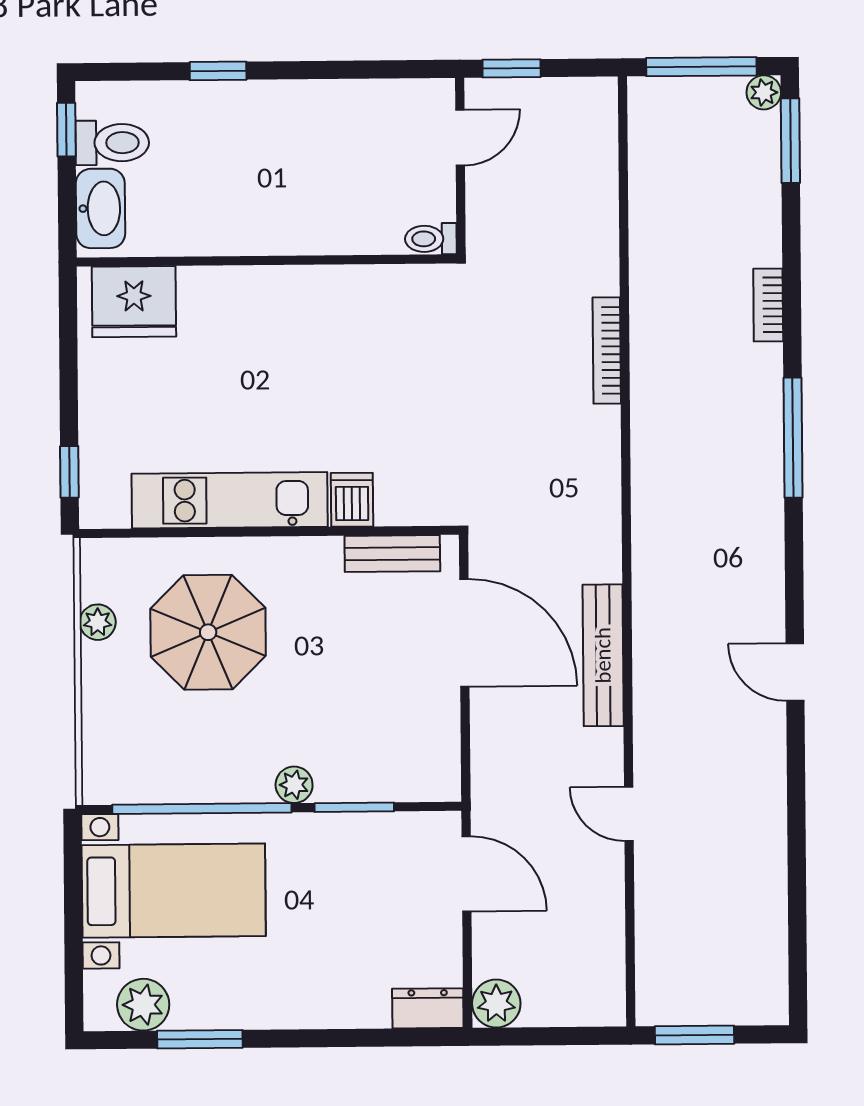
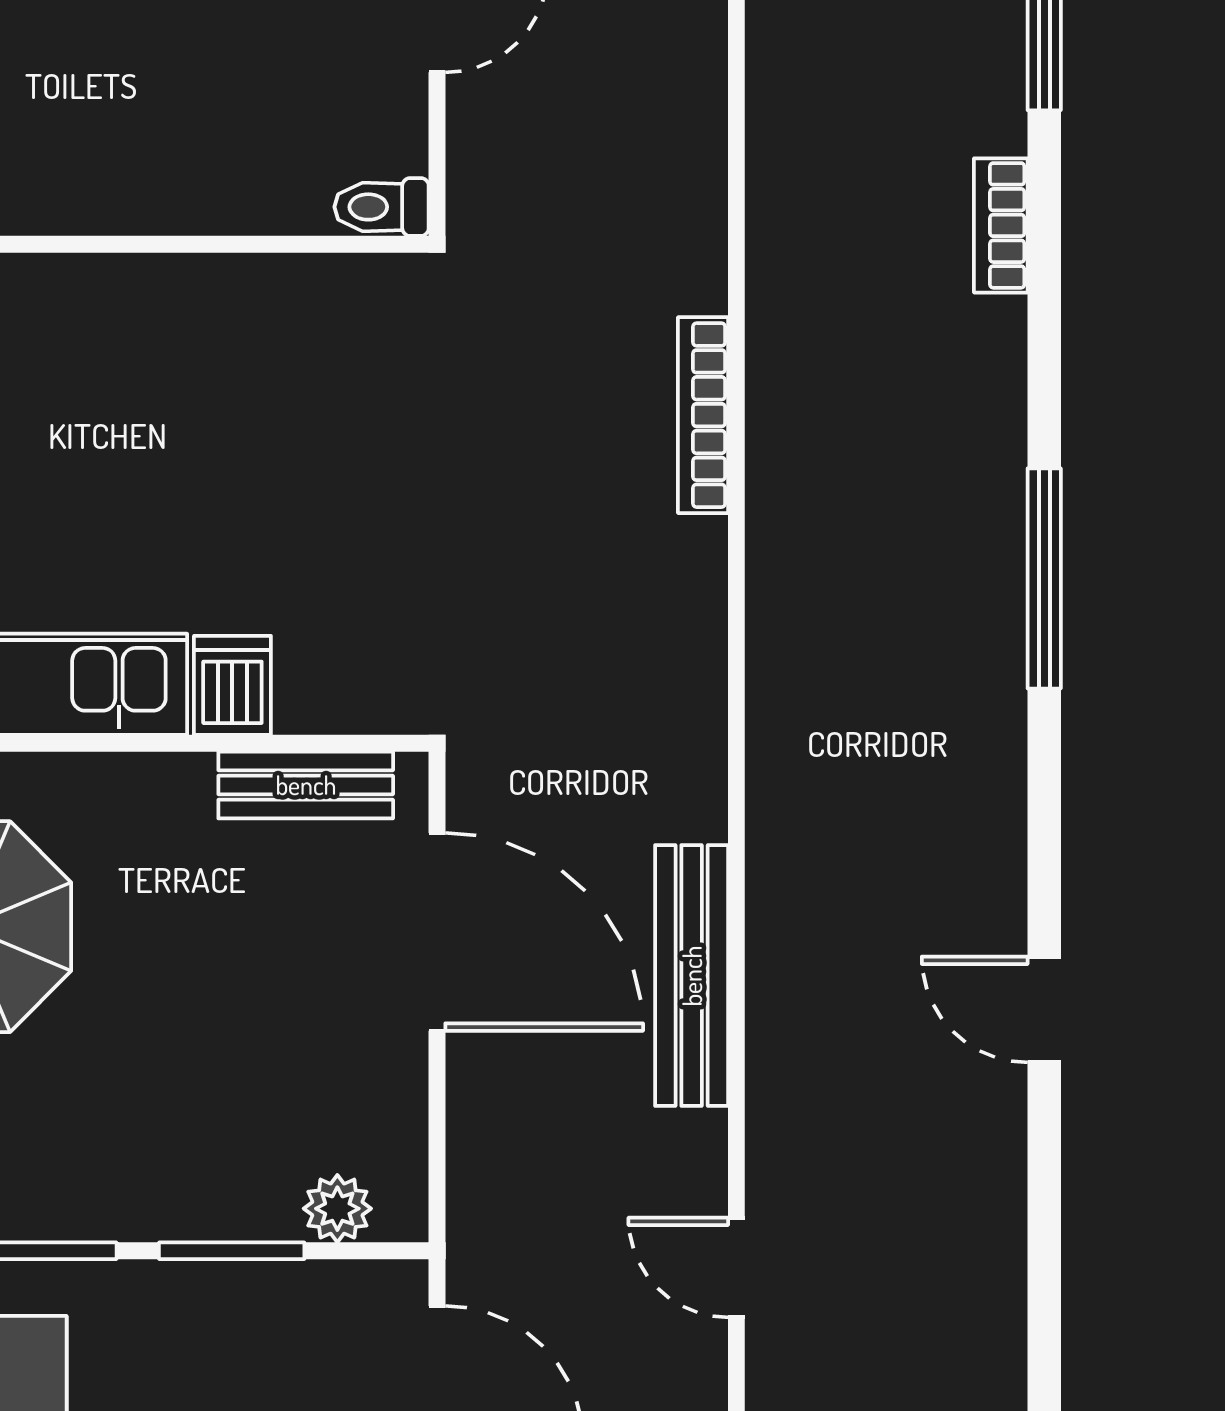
bookcase: (768, 305) -> (1001, 225), moved
plant: (294, 785) -> (337, 1209), moved

